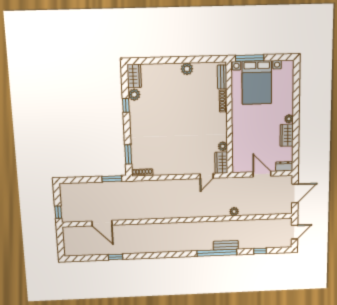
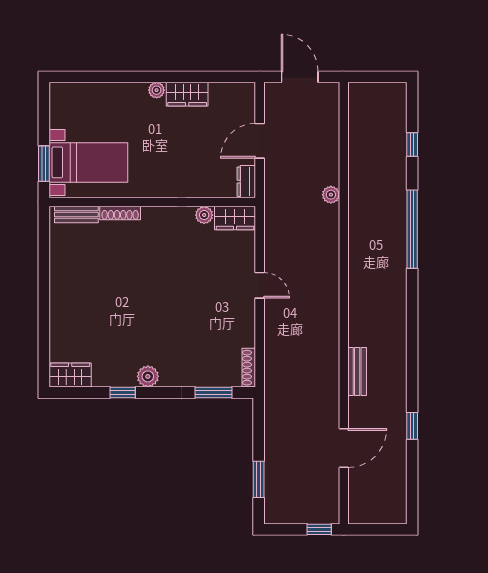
window: (250, 58) -> (44, 164), width x0.69
plant: (187, 69) -> (60, 279), removed
bed with nightstands: (257, 83) -> (88, 162), width x0.73
plant: (134, 95) -> (148, 376), moved
dresser: (284, 166) -> (246, 182), moved
door: (207, 176) -> (260, 285), moved
window: (112, 179) -> (259, 479), moved
door: (295, 232) -> (377, 77), removed
bench: (226, 245) -> (357, 372), moved

